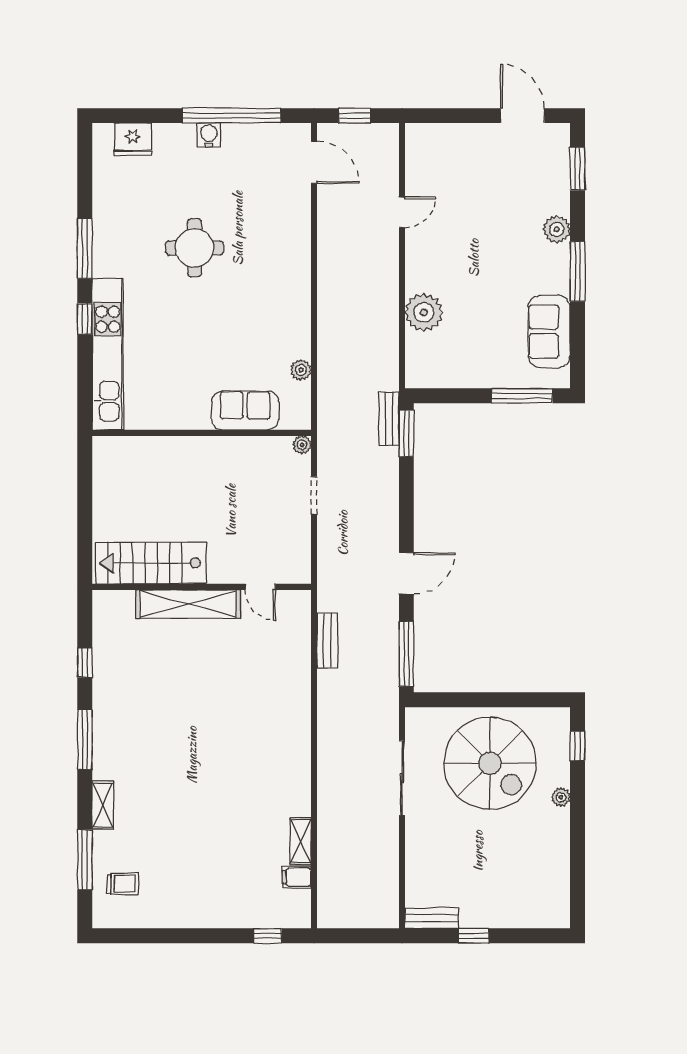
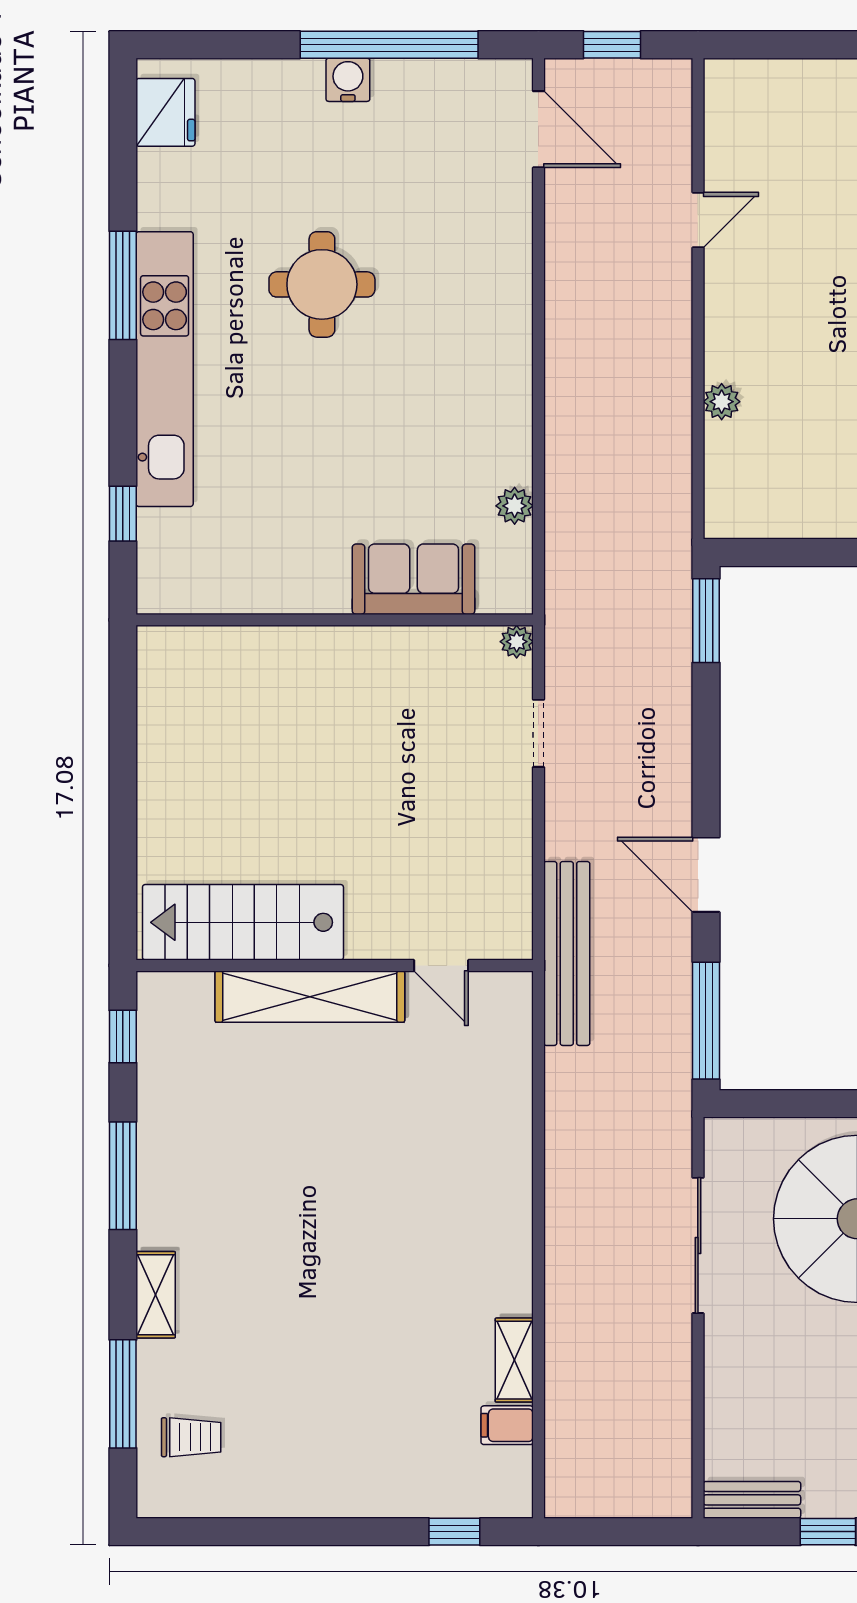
fridge: (133, 139) -> (165, 112), moved, turned -90
plant: (424, 312) -> (722, 402), width x0.53, depth x0.53
window: (85, 319) -> (123, 514), moved
kitchen unit: (108, 354) -> (165, 369), moved
bench: (389, 419) -> (674, 594), removed
stairs: (151, 563) -> (243, 922), moved
door: (406, 573) -> (706, 875), swing flipped
wall: (202, 587) -> (335, 965), moved
door: (260, 587) -> (441, 965), moved
shelving: (188, 604) -> (310, 997), moved
bench: (327, 640) -> (567, 953), width x1.86, depth x1.21

